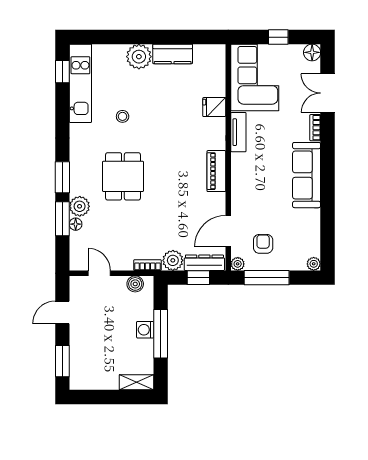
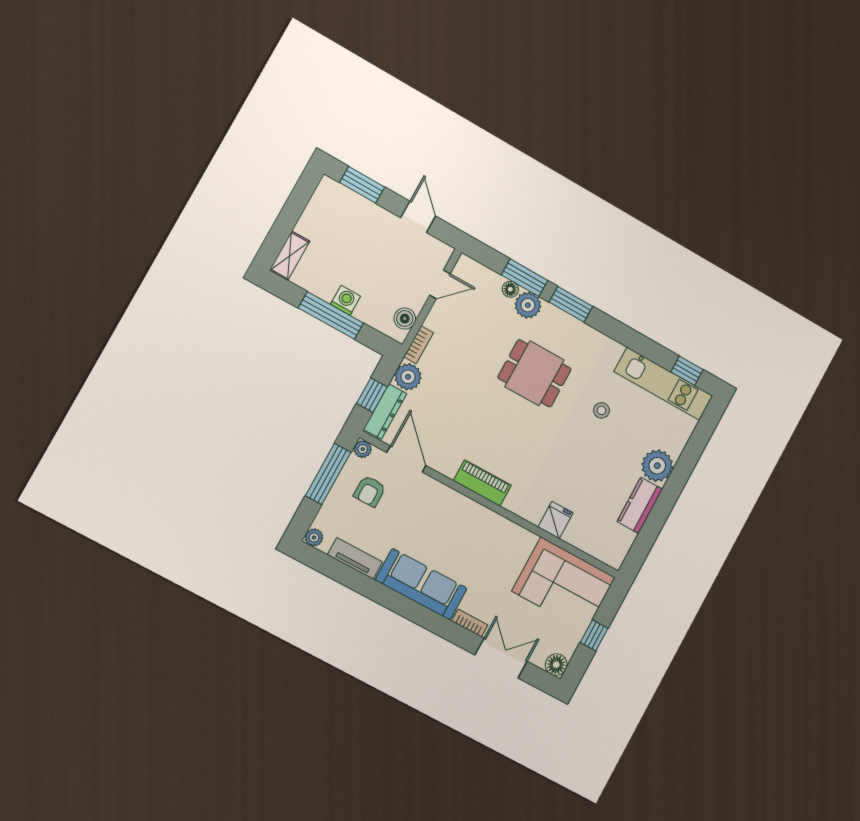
tv unit: (238, 132) -> (355, 558), moved, turned 180
armchair: (263, 244) -> (370, 491), turned 90

